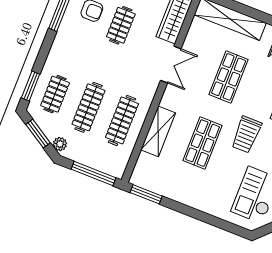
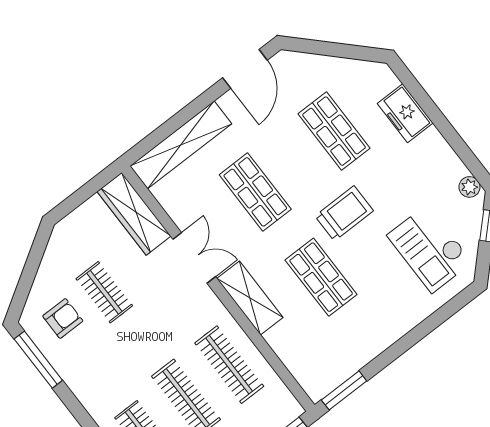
shelving: (158, 131) -> (250, 298), moved
trolley: (246, 135) -> (344, 213), turned -90

